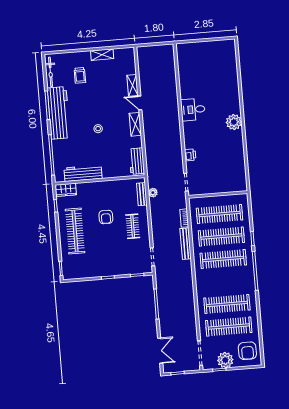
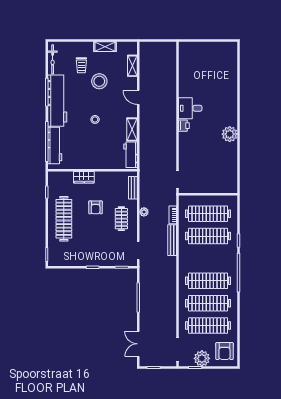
shelving: (132, 85) -> (132, 66), moved
stool: (99, 90) -> (99, 81), added
plant: (234, 122) -> (230, 134), moved
shelving: (135, 124) -> (132, 129), moved
printer: (190, 155) -> (184, 126), moved
workbench: (83, 173) -> (55, 145), moved, turned 90
wardrobe: (66, 190) -> (84, 177), moved
plant: (153, 193) -> (144, 212), moved
clothes rail: (223, 259) -> (208, 281), moved
double door: (160, 351) -> (138, 344), swing flipped

